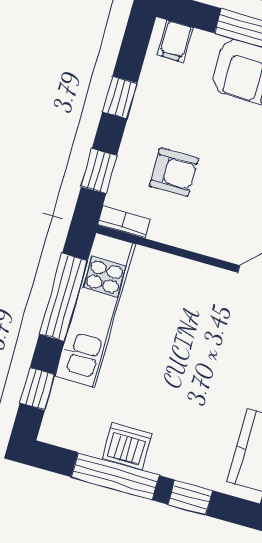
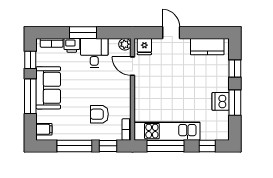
window: (120, 97) -> (74, 146), width x2.17
armchair: (174, 172) -> (99, 114), turned -90
window: (115, 476) -> (235, 103), width x0.69

